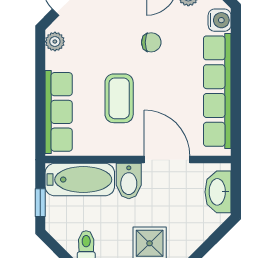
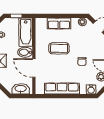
row of seats: (217, 91) -> (62, 89), width x0.73
row of seats: (59, 112) -> (59, 24), width x0.68
door: (167, 160) -> (34, 68), swing flipped

